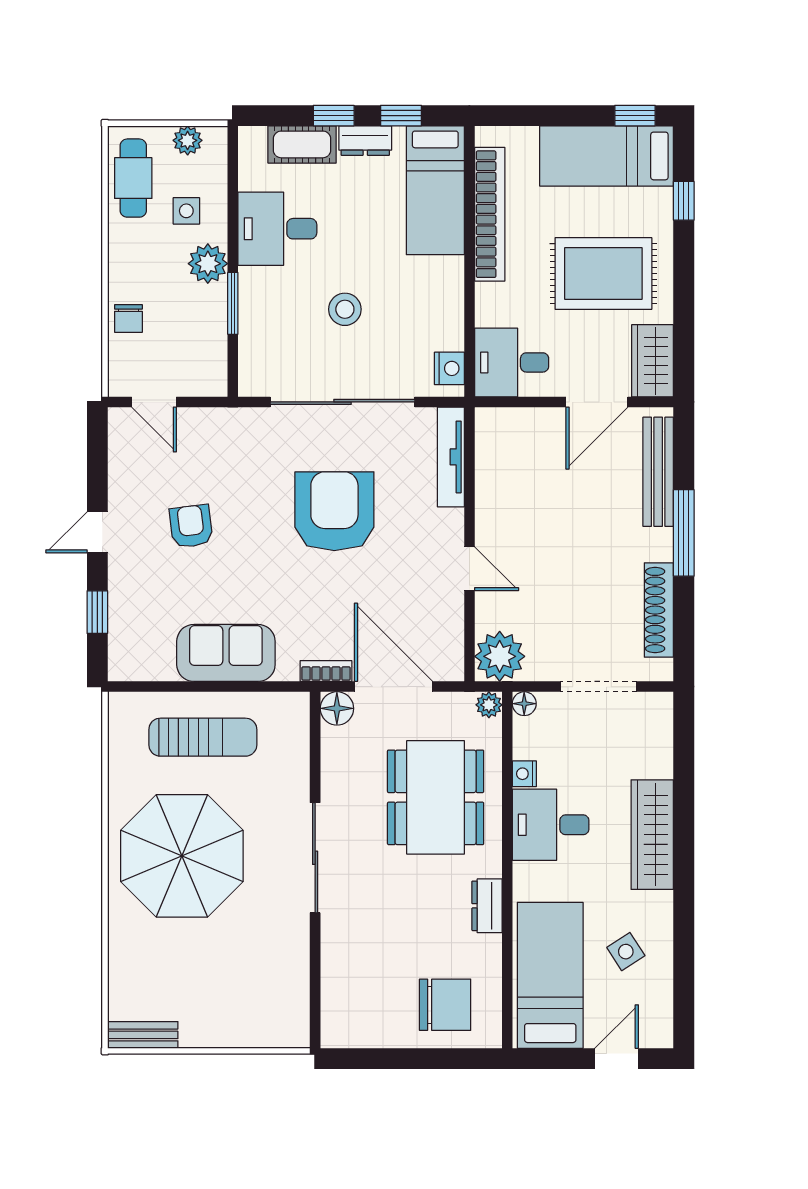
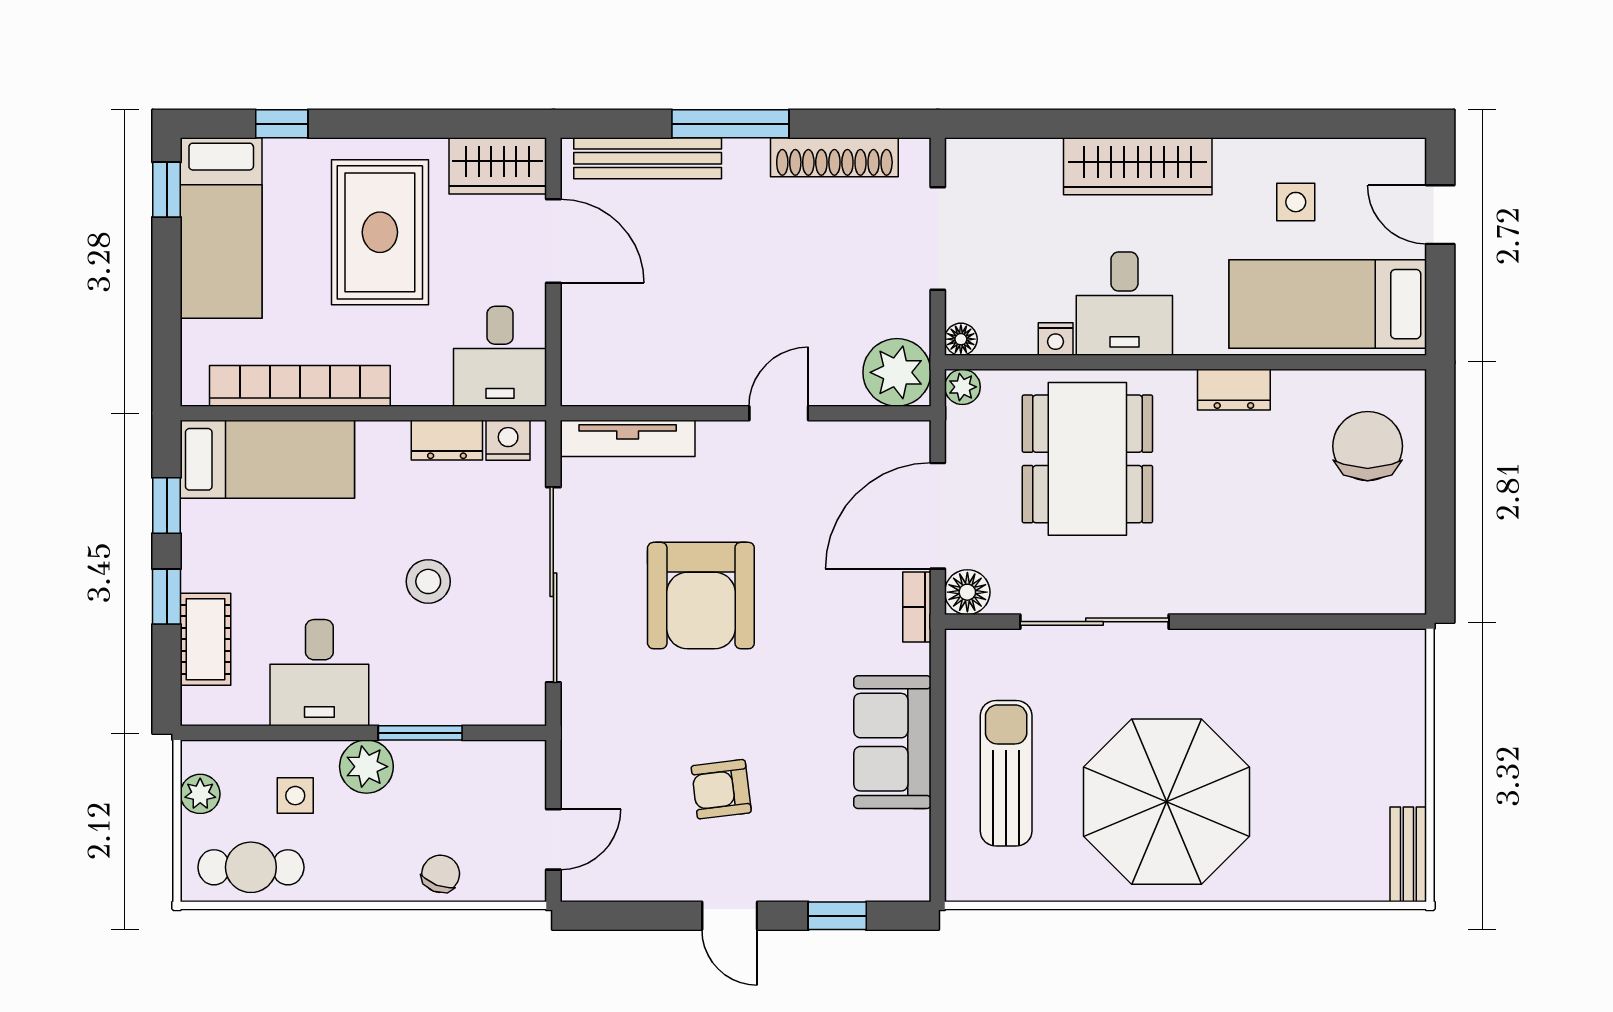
dresser: (365, 141) -> (447, 440), moved, turned 90
chair: (128, 318) -> (441, 874), turned -69
armchair: (334, 511) -> (701, 596), turned -90
dining table: (436, 797) -> (1087, 459), turned 90
sliding door: (315, 858) -> (1095, 622), moved
side table: (626, 952) -> (1296, 202), turned 33

